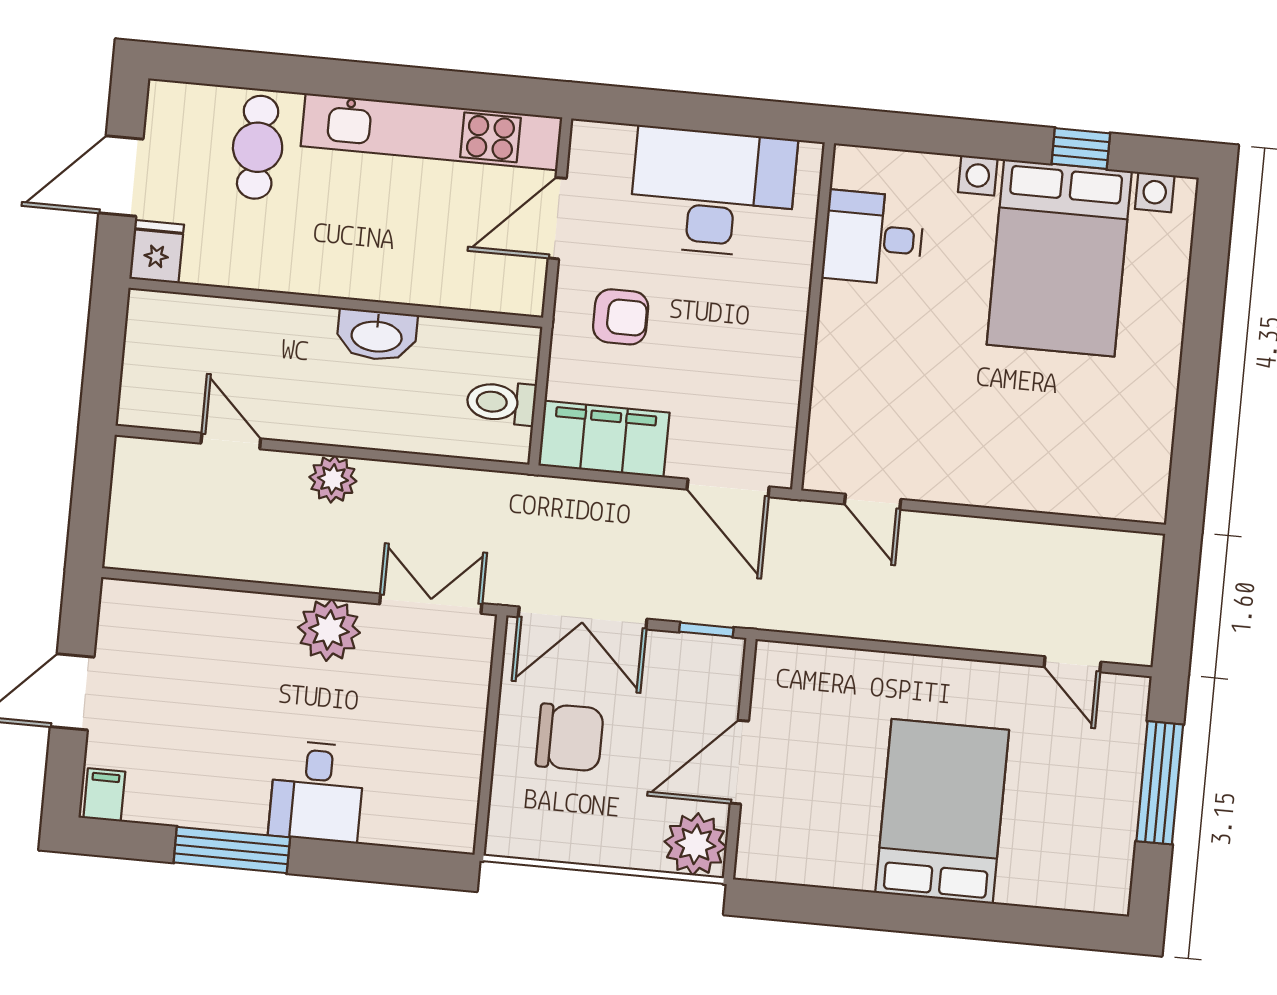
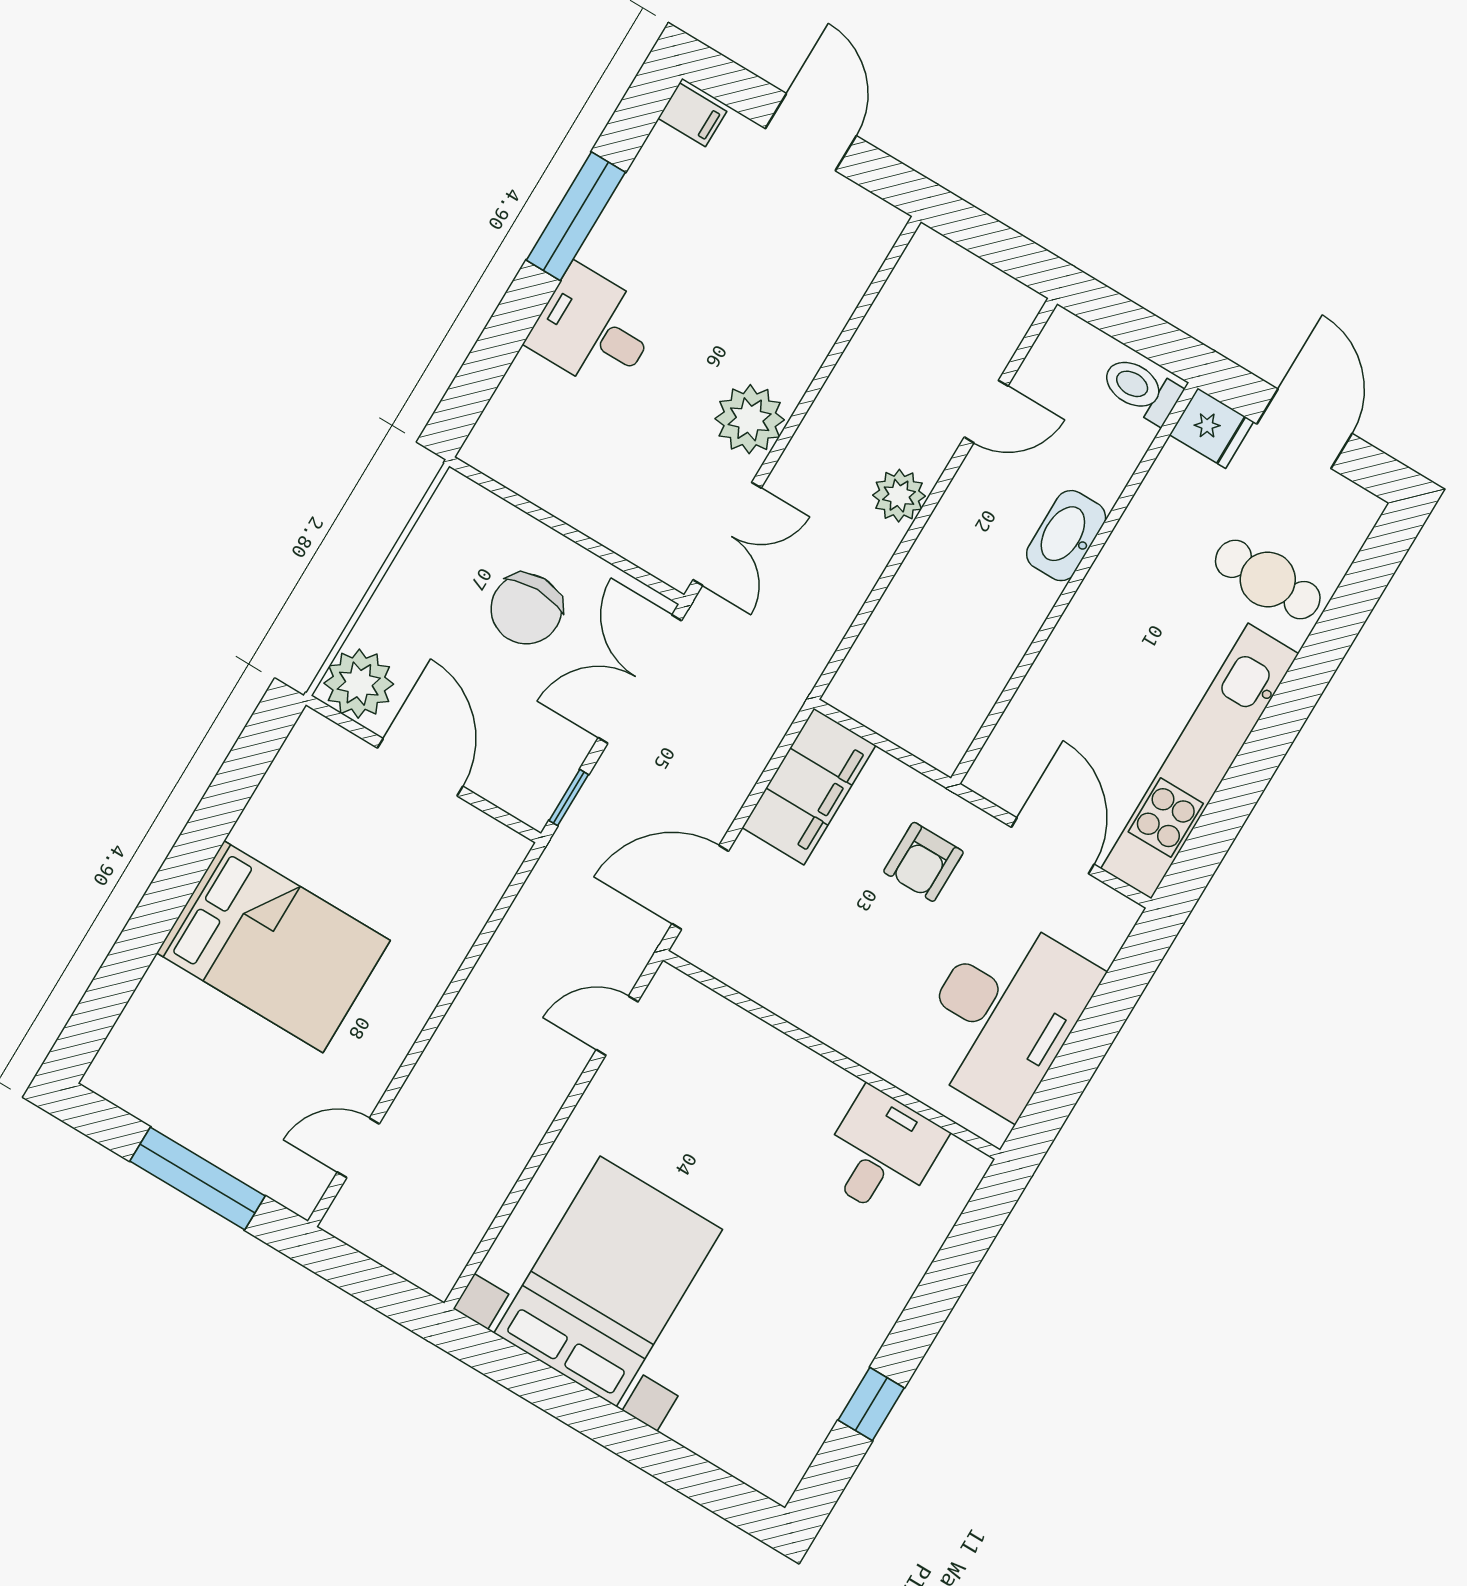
bed with nightstands: (1059, 258) -> (608, 1281), moved, turned 90
washbasin: (377, 335) -> (1066, 536), moved
toilet: (501, 403) -> (1141, 389), moved, turned -90

